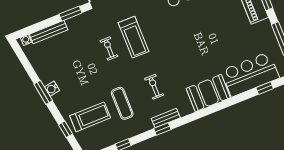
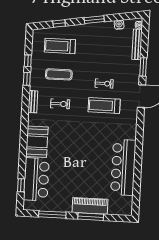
water cooler: (52, 89) -> (119, 25), moved
treadmill: (90, 117) -> (60, 46), turned 90
window: (162, 129) -> (27, 79), moved

